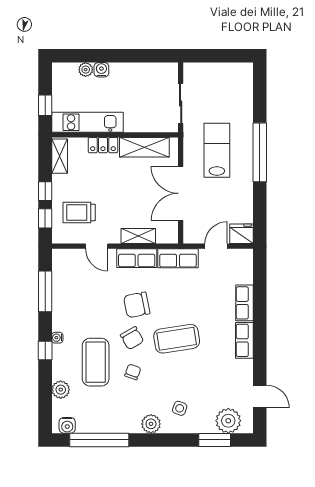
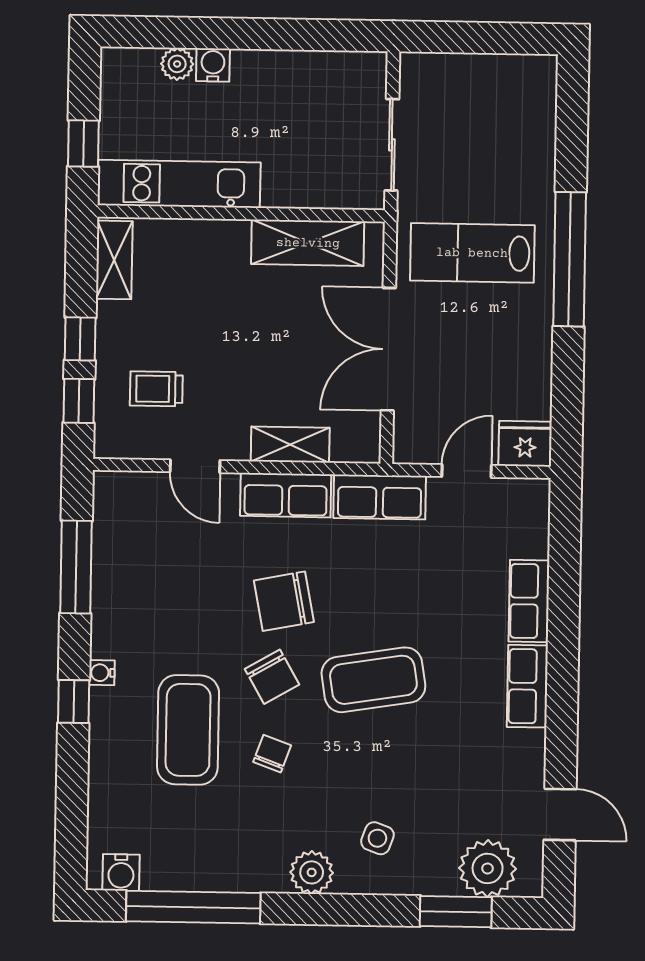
locker: (103, 145) -> (213, 236), removed
lab bench: (217, 150) -> (472, 253), turned -90
trolley: (79, 213) -> (156, 389), width x0.73, depth x0.72
plant: (61, 390) -> (108, 791), removed

